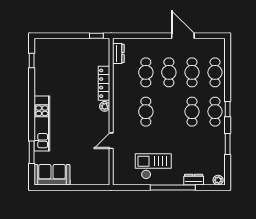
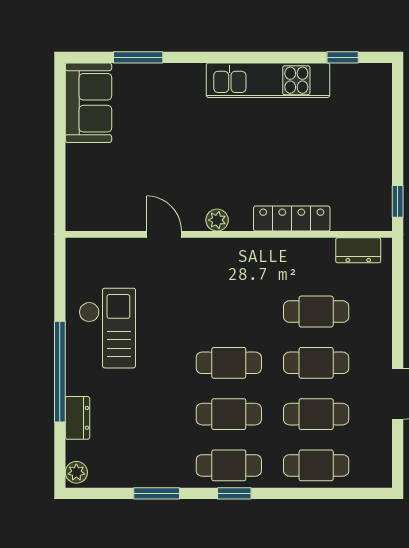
plant: (105, 106) -> (217, 220), moved
cafe table: (146, 112) -> (229, 363), moved
kitchen unit: (42, 123) -> (268, 80), moved

